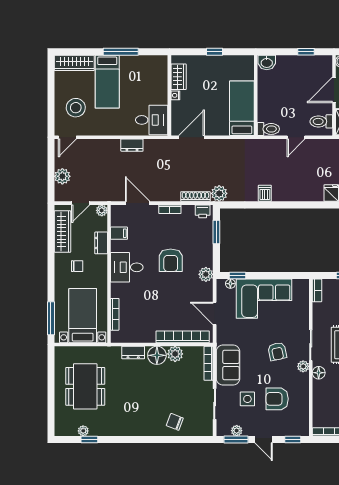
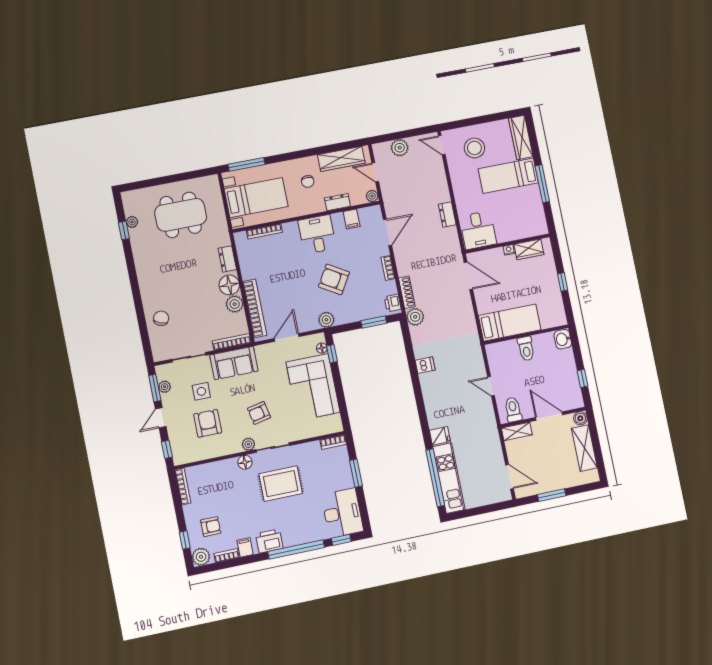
toilet: (268, 129) -> (526, 349), moved
armchair: (171, 260) -> (334, 279), turned 31

